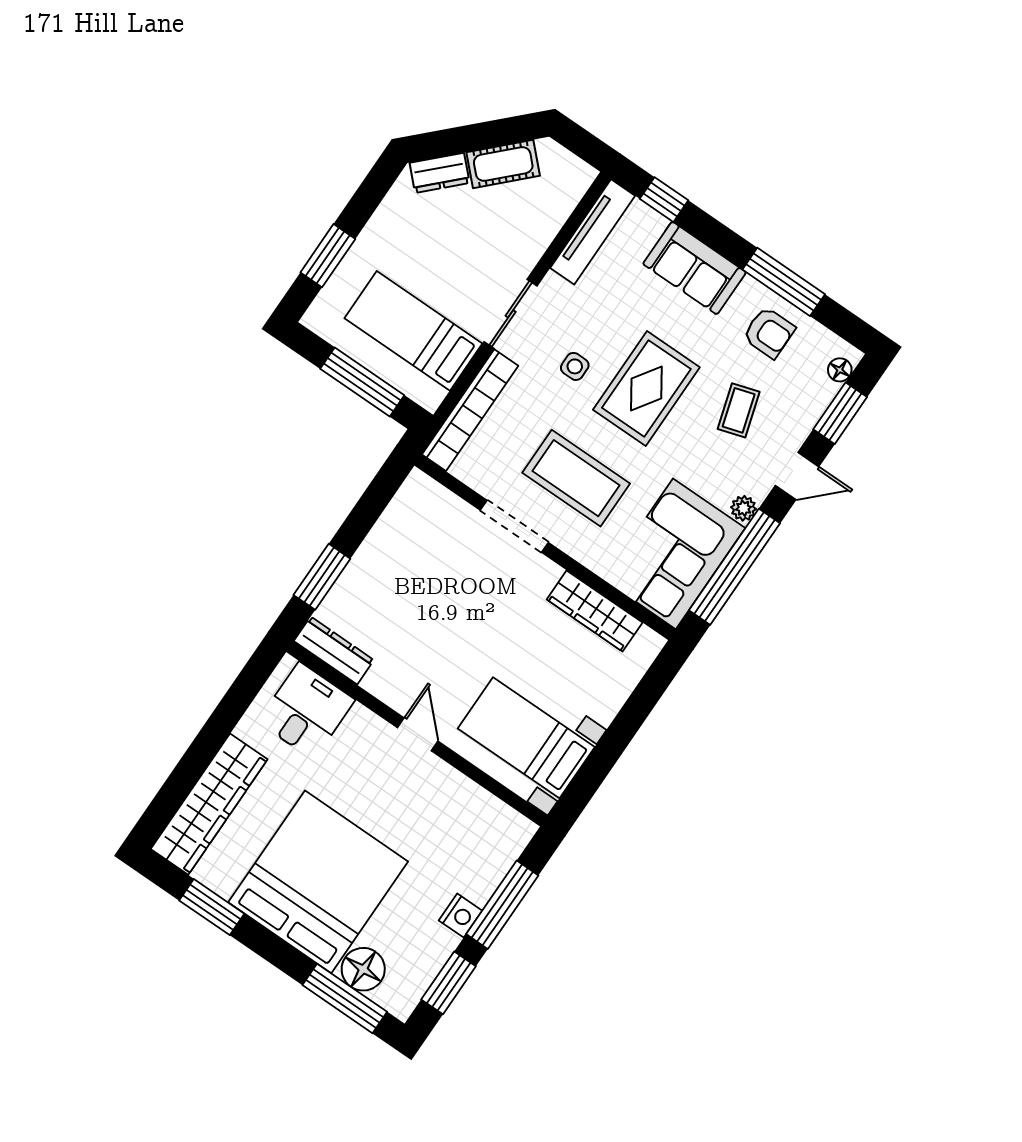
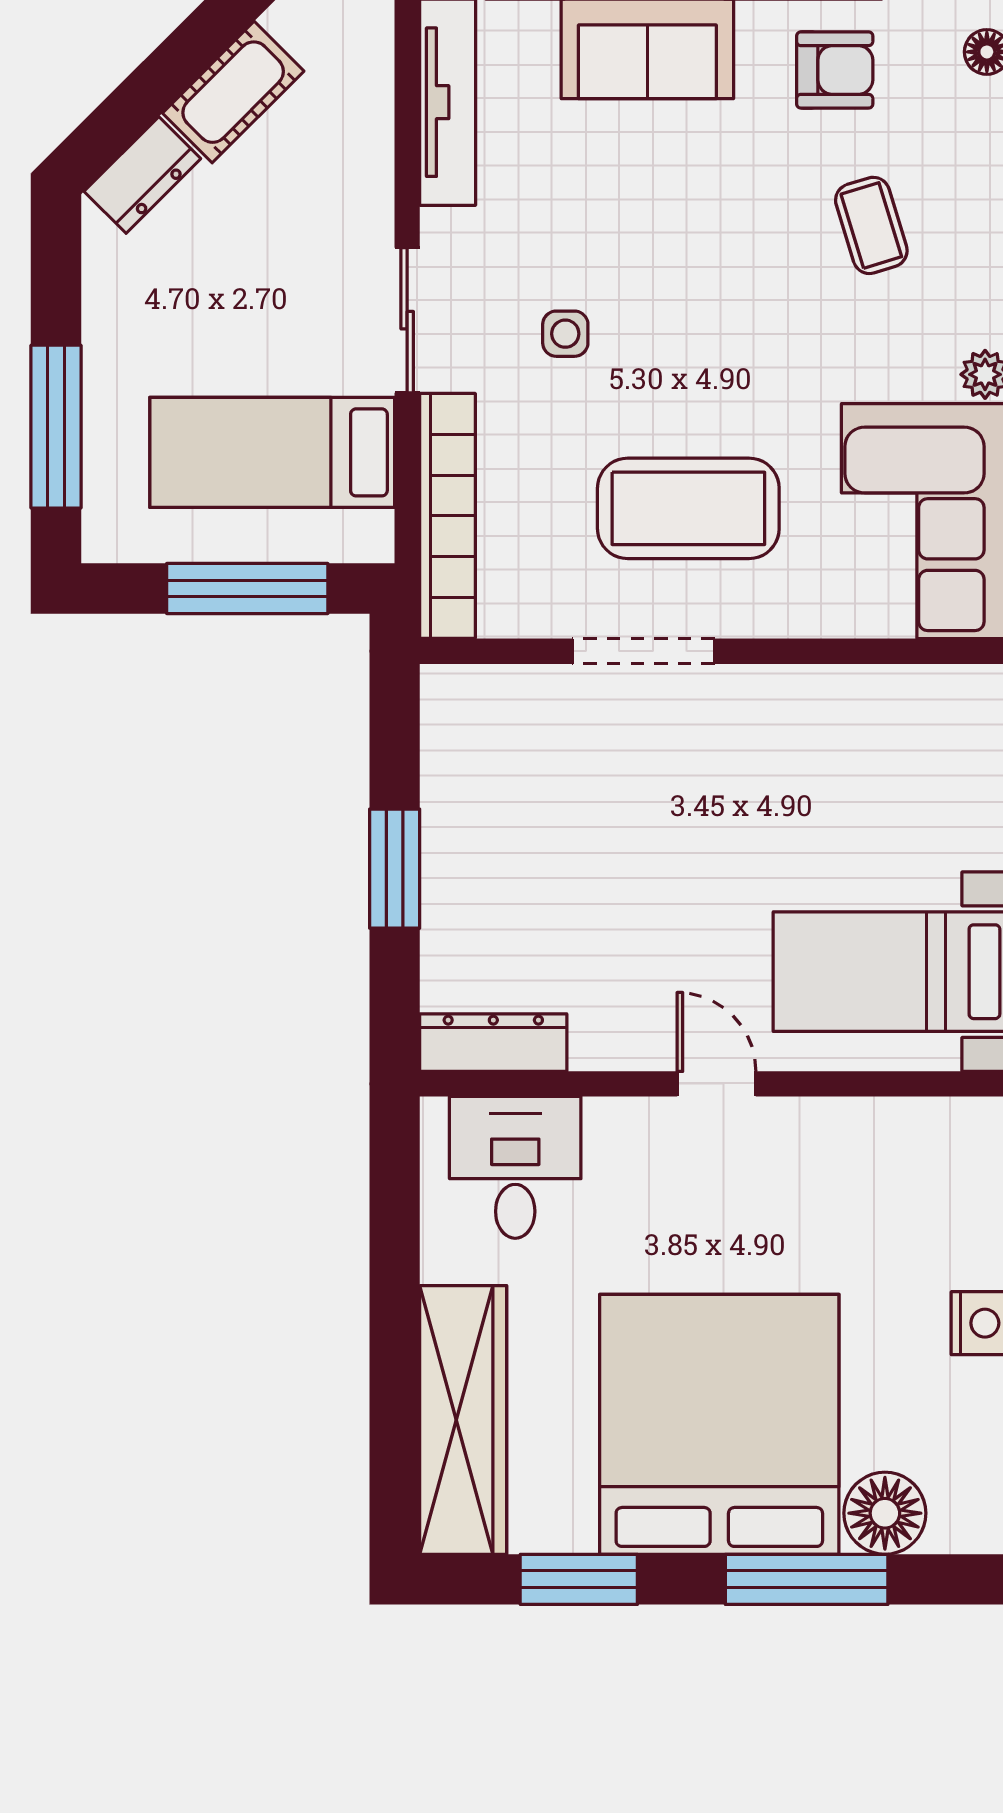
window: (328, 256) -> (56, 427), width x1.44
rug: (646, 388) -> (702, 291), removed
window: (322, 577) -> (395, 869), moved
wardrobe: (595, 611) -> (861, 698), removed
window: (345, 998) -> (807, 1579), moved

